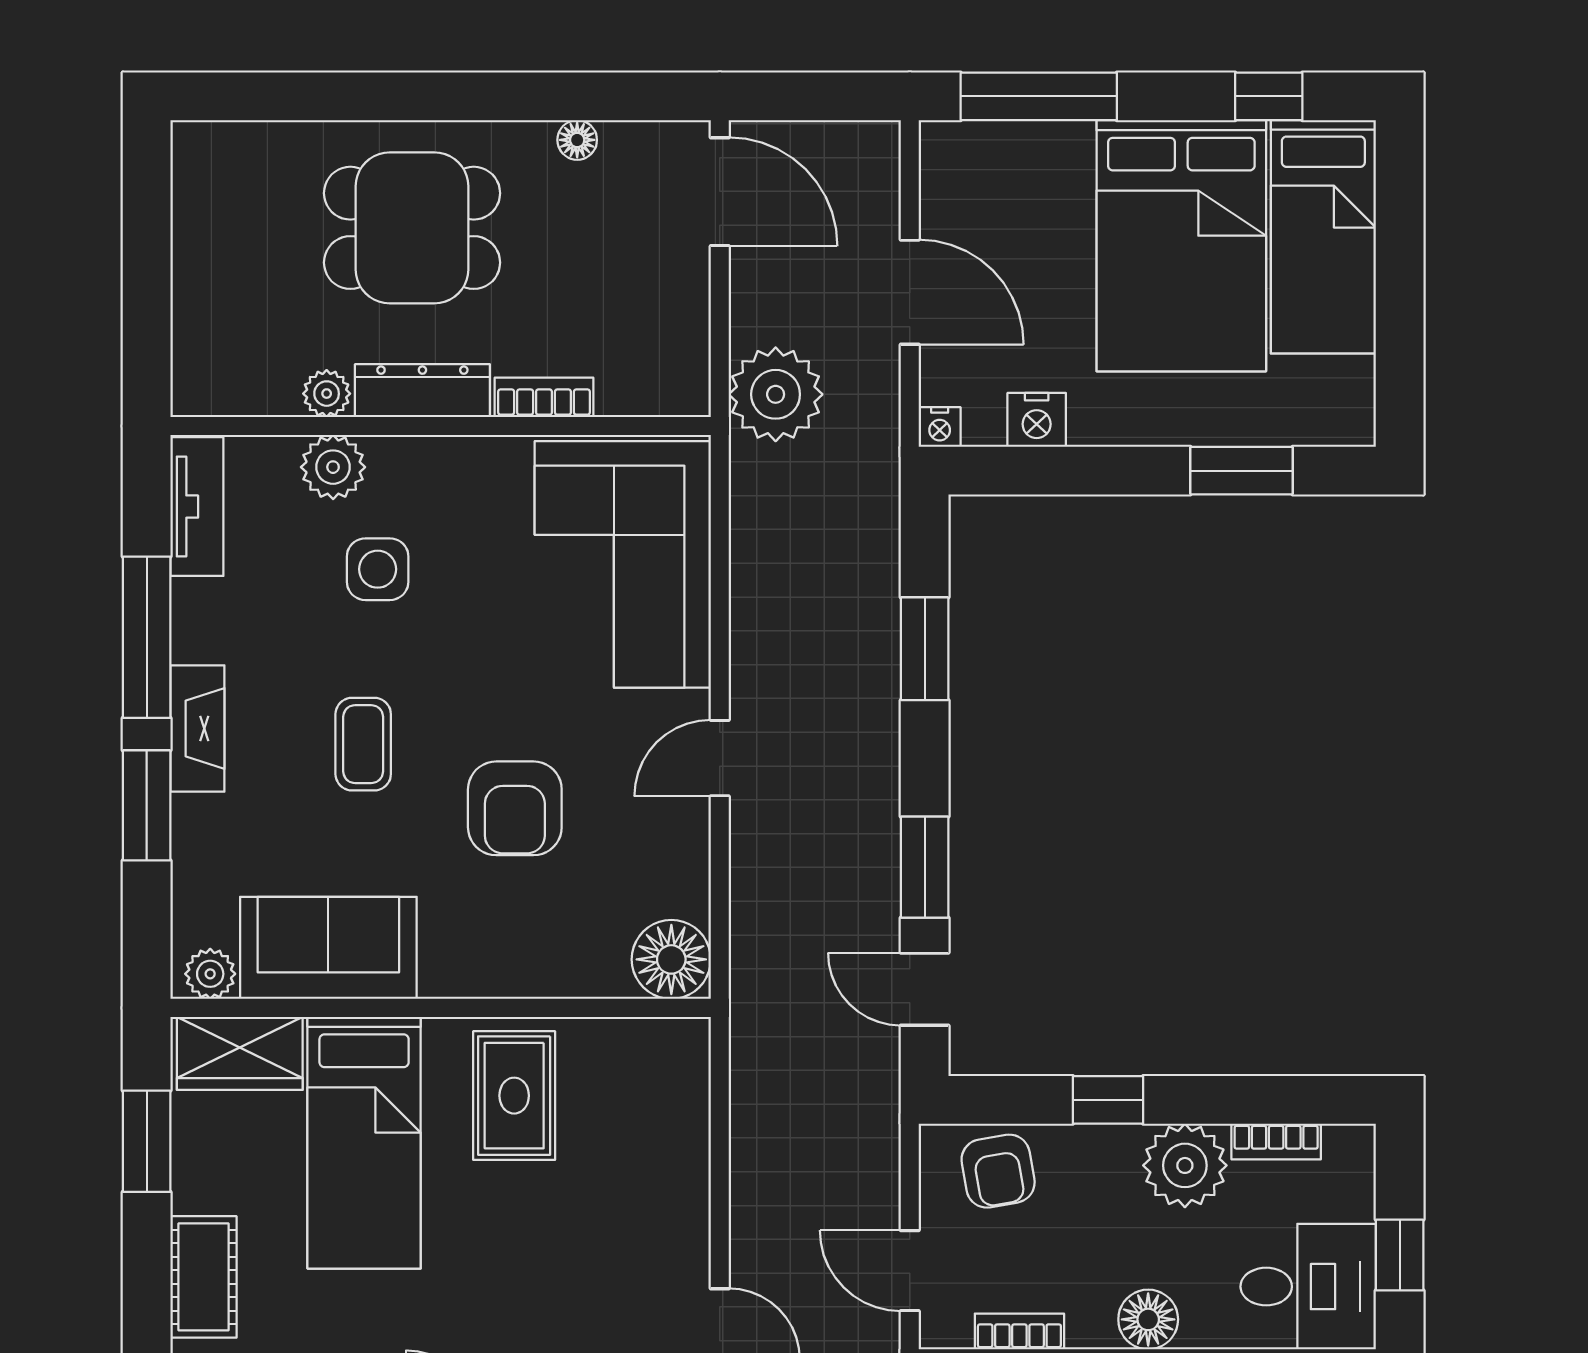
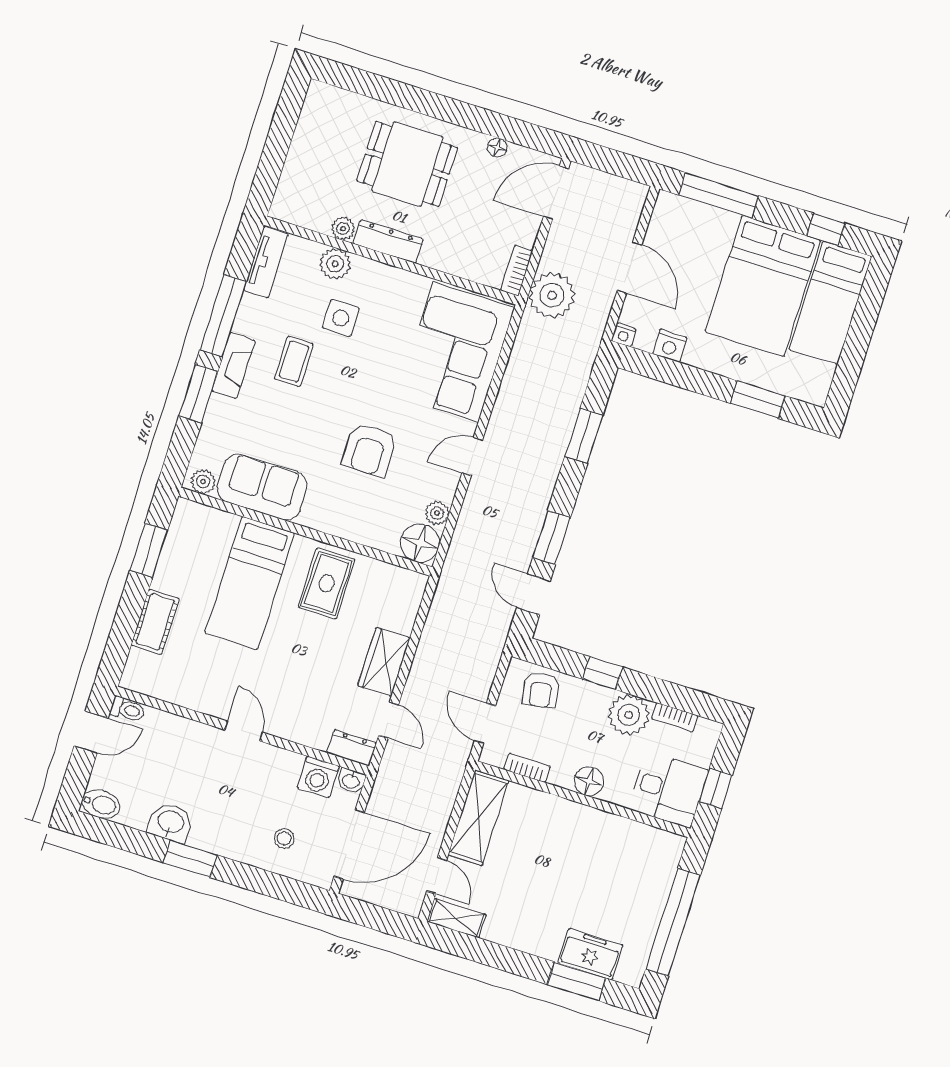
door: (720, 192) -> (556, 193), swing flipped
bookcase: (544, 397) -> (517, 270), moved, turned -90
coffee table: (363, 744) -> (294, 361), moved
plant: (686, 890) -> (437, 513), added
wardrobe: (240, 1053) -> (384, 662), moved, turned 90

